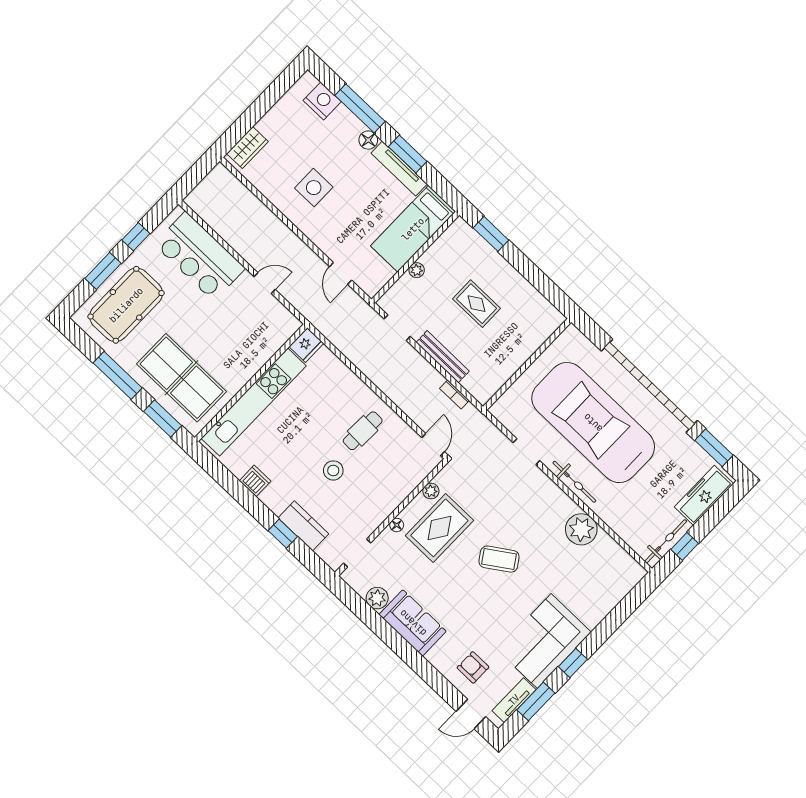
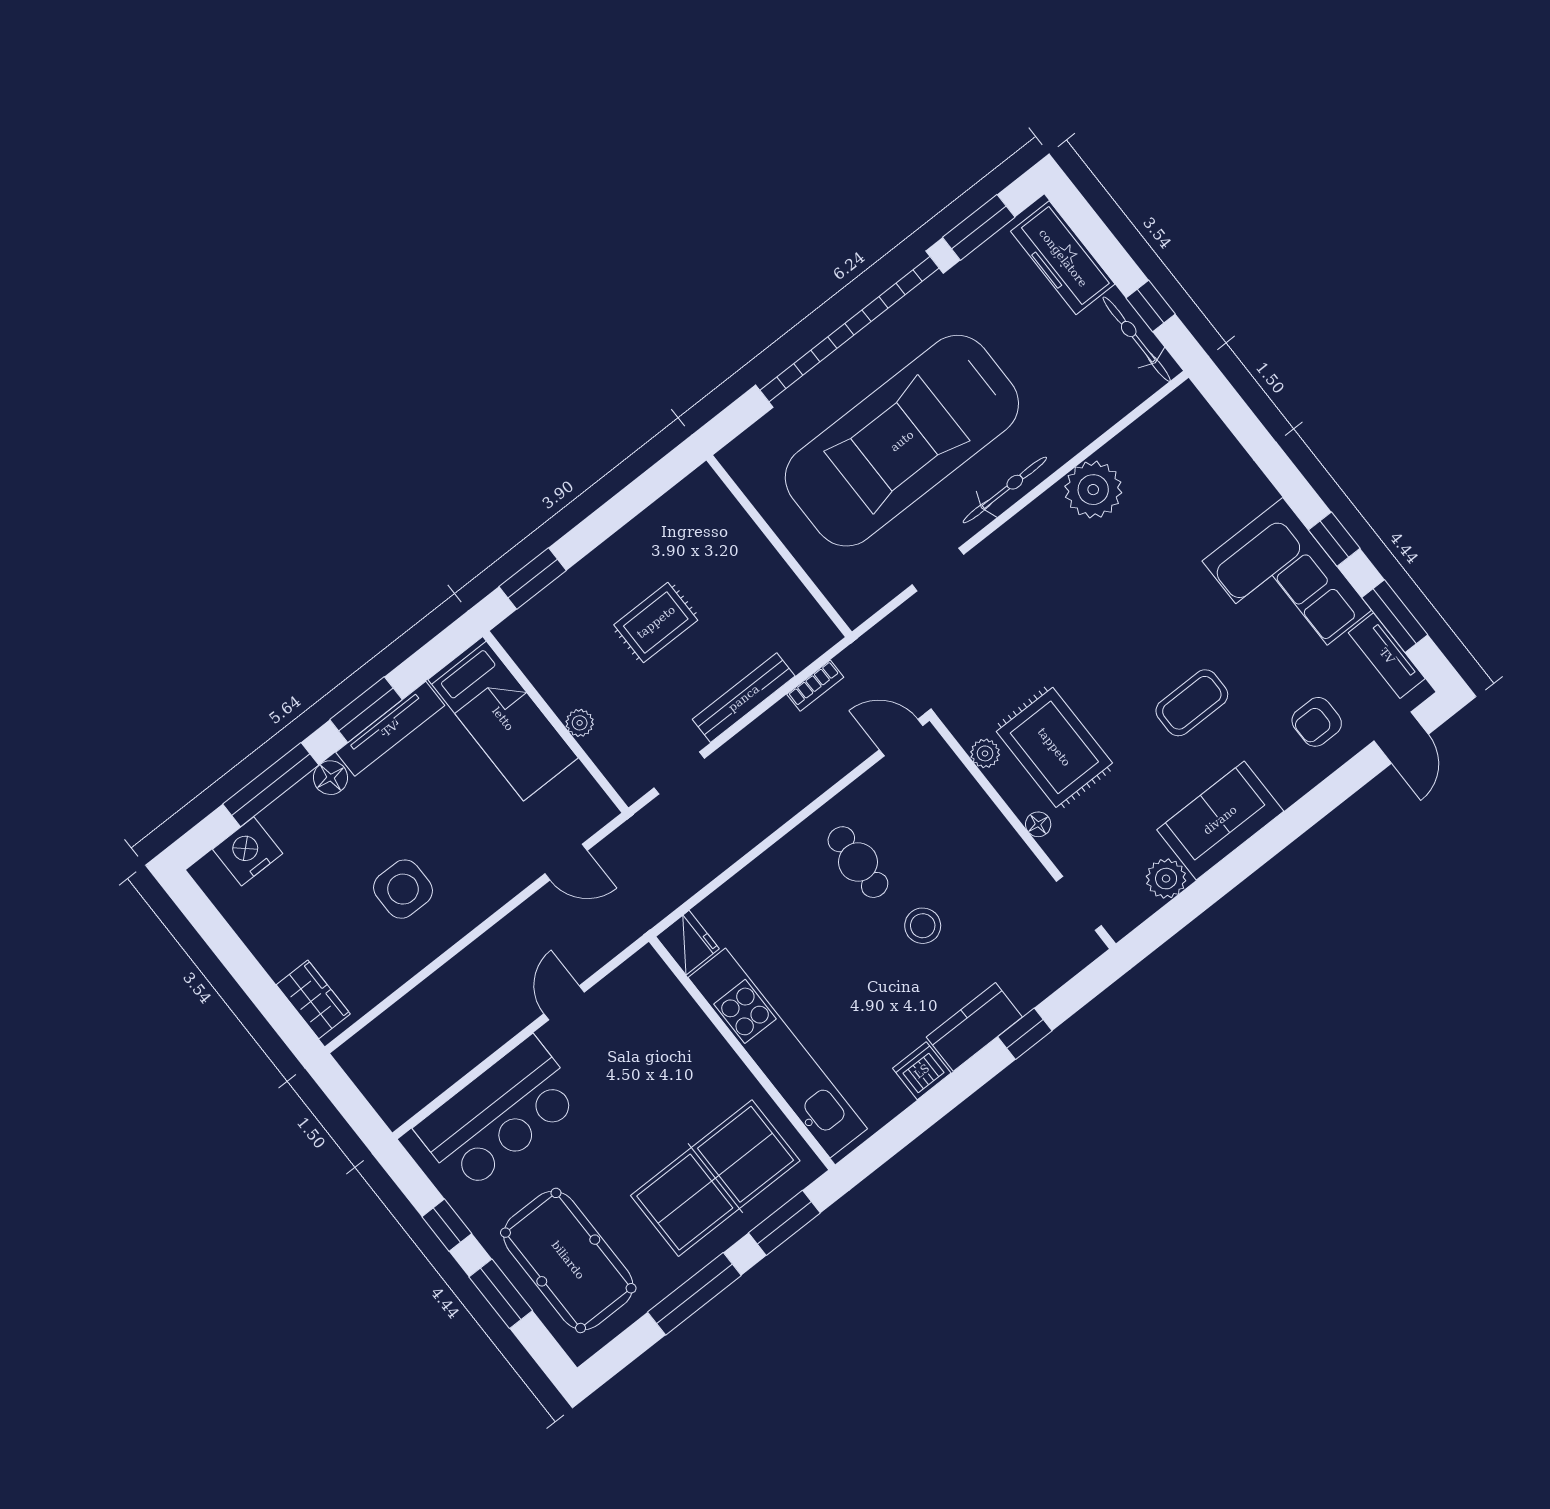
kitchen counter: (303, 526) -> (974, 1027), moved
coffee table: (499, 559) -> (1192, 703), moved, turned 34

